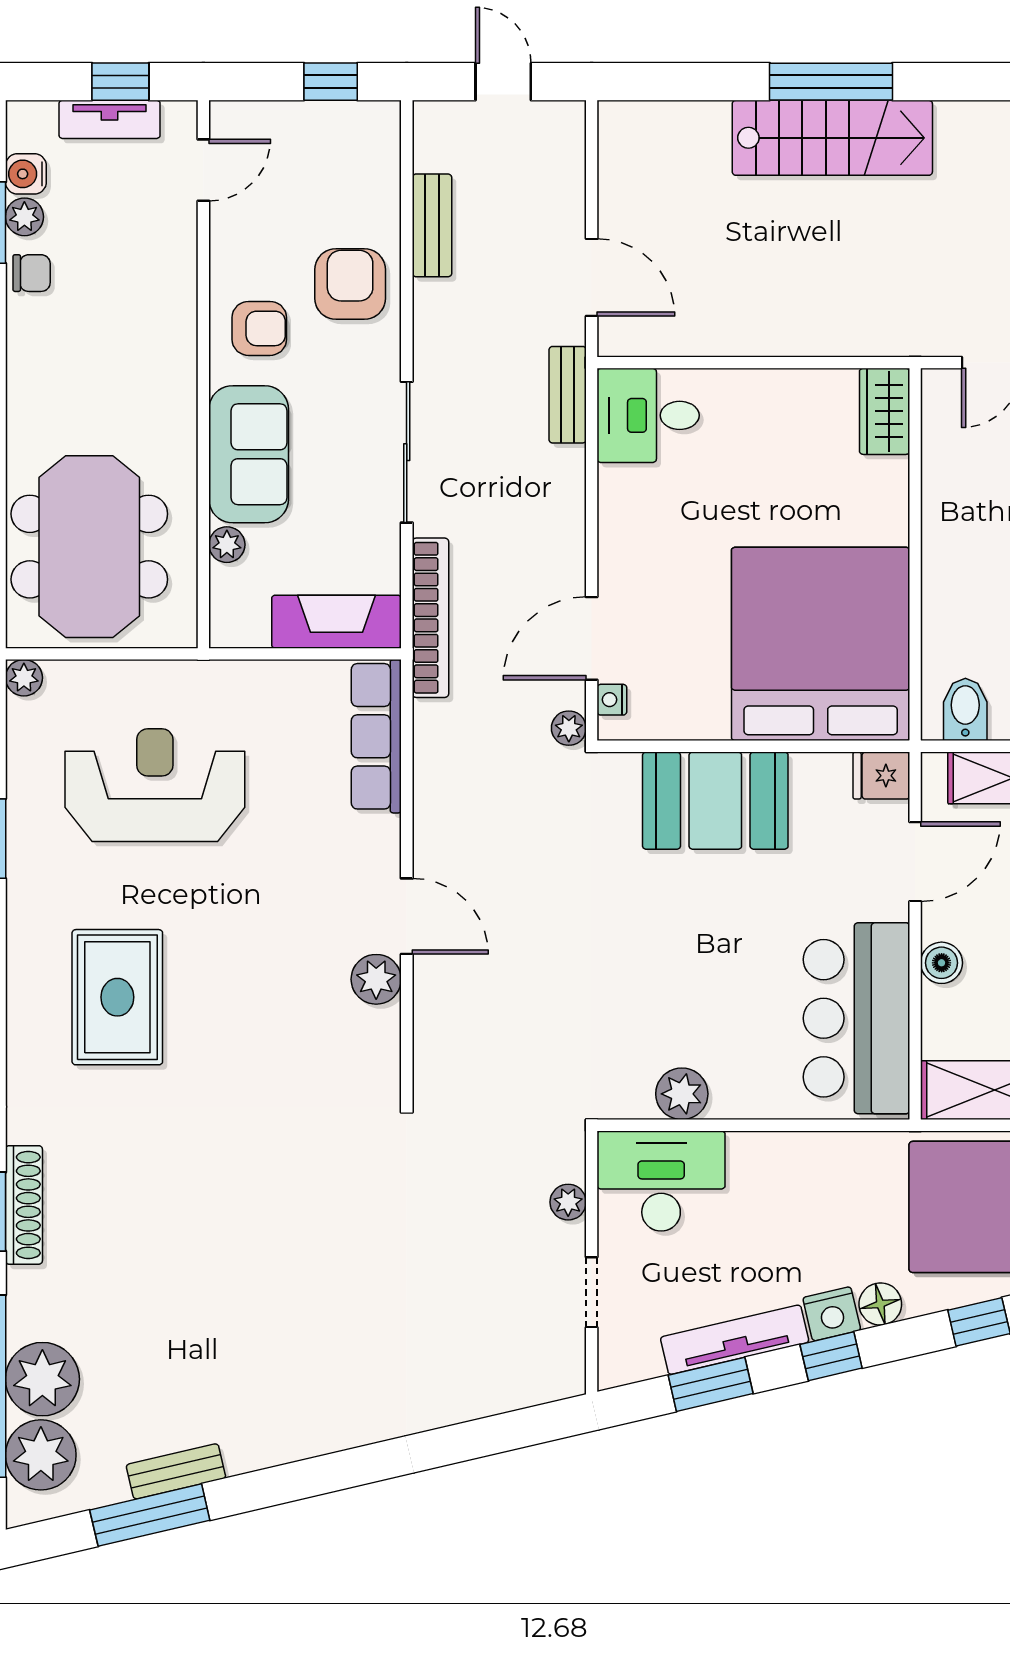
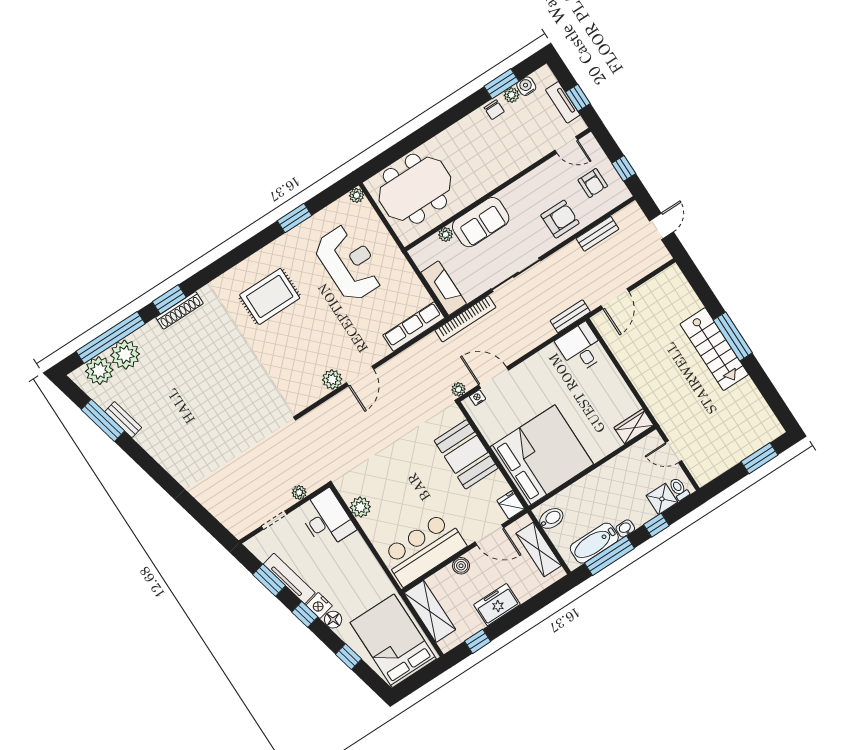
armchair: (259, 328) -> (593, 183), moved

